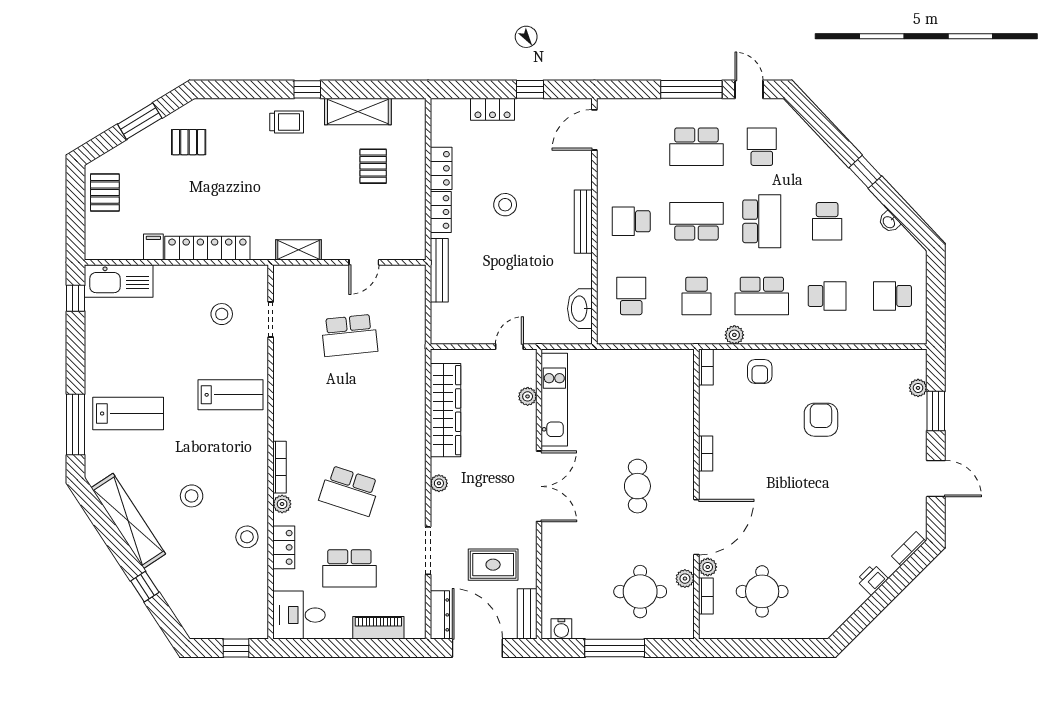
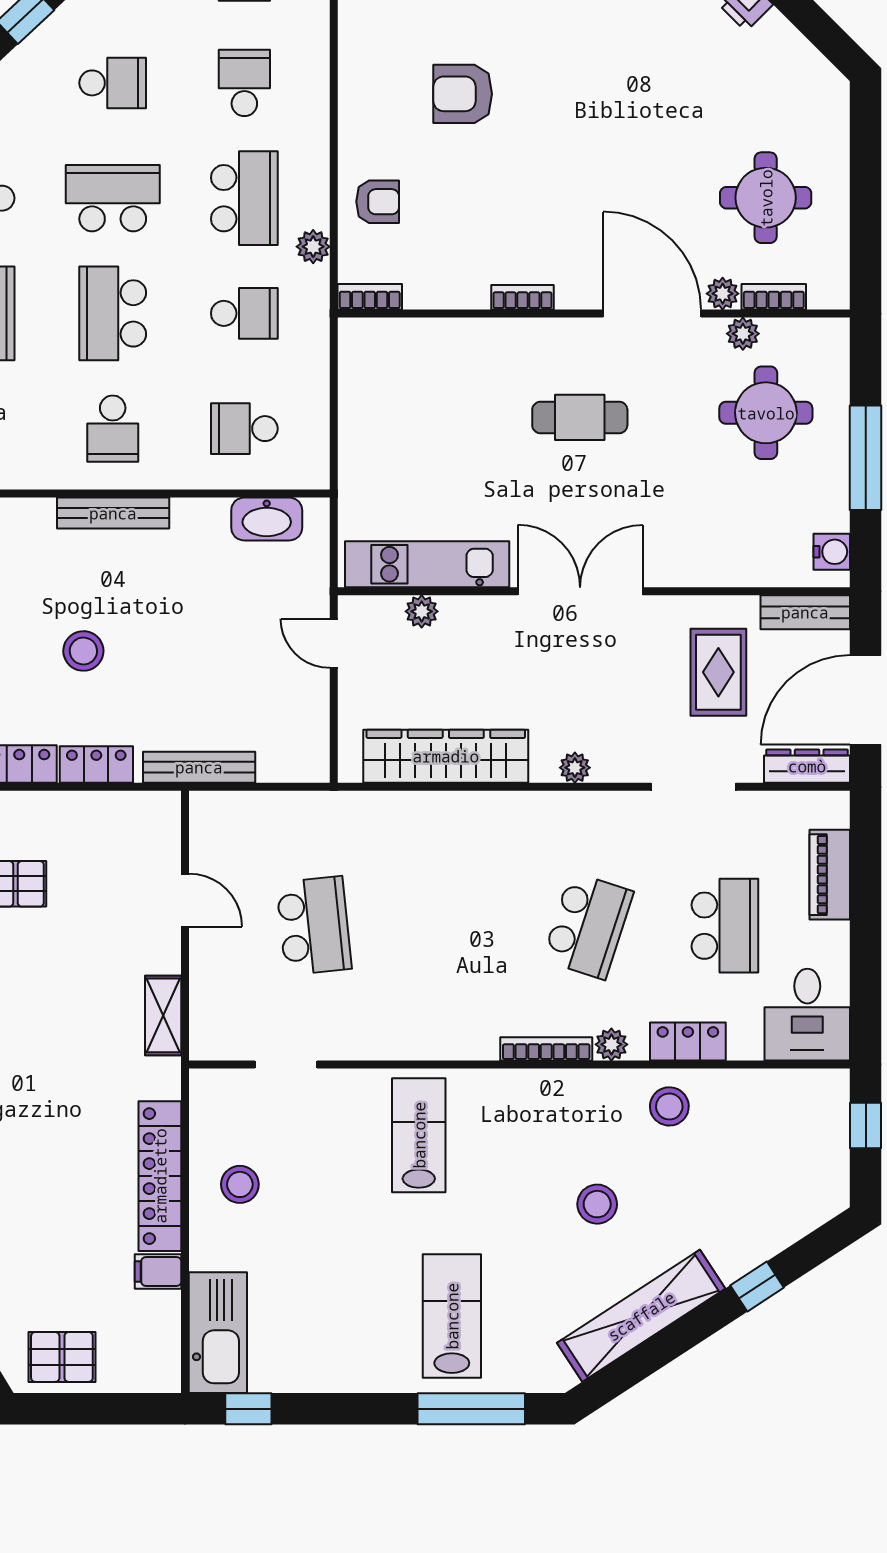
stool: (222, 314) -> (240, 1184), moved

